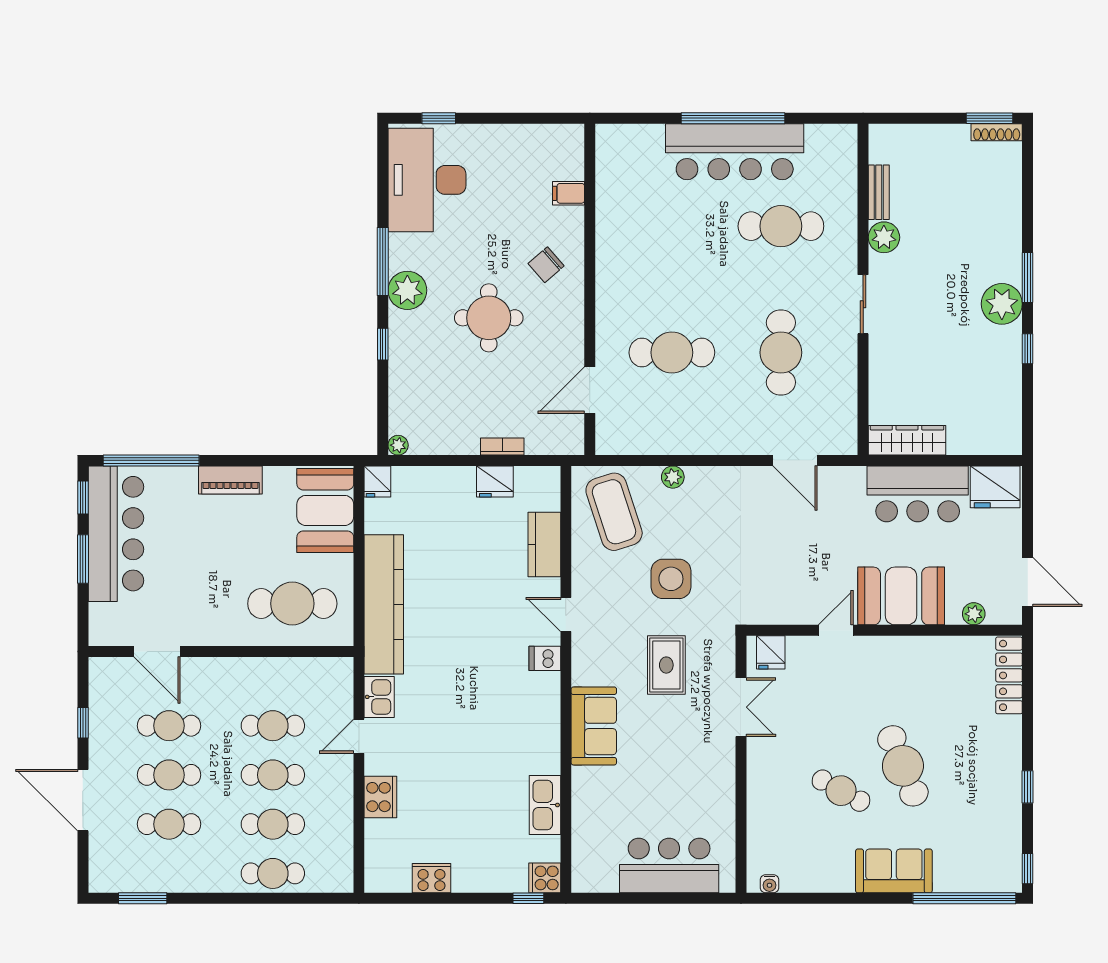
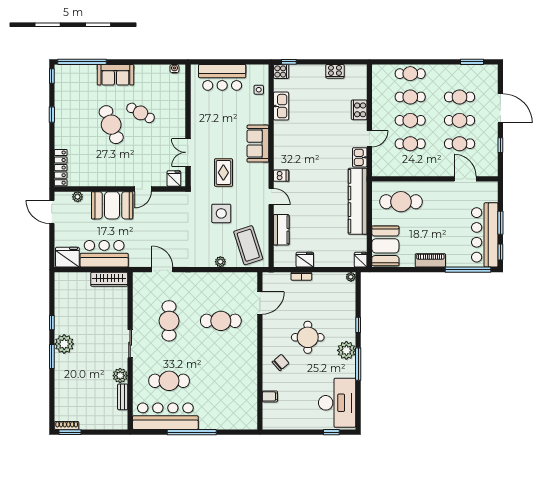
bar counter: (735, 152) -> (165, 416), moved
side table: (592, 839) -> (259, 90), added

